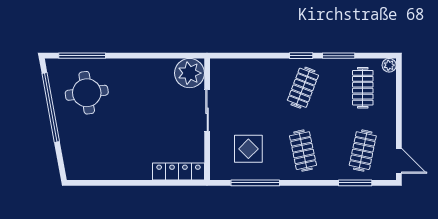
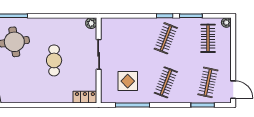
plant: (189, 73) -> (91, 23), width x0.53, depth x0.53
cafe table: (143, 119) -> (54, 60), added
clothes rail: (303, 151) -> (166, 82), turned 33
locker: (178, 171) -> (85, 97), width x0.66

